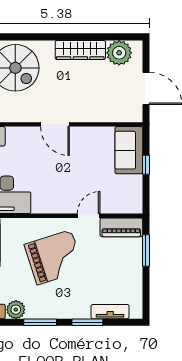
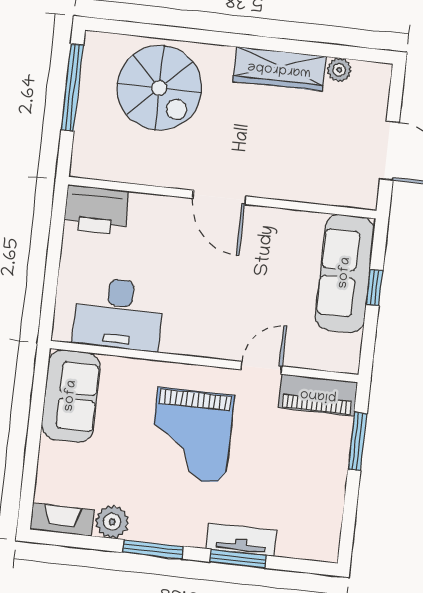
plant: (119, 53) -> (339, 70), width x0.53, depth x0.53
sofa: (129, 150) -> (345, 273), width x1.36
grand piano: (54, 257) -> (191, 435), turned 108
tv unit: (110, 312) -> (241, 540), moved

